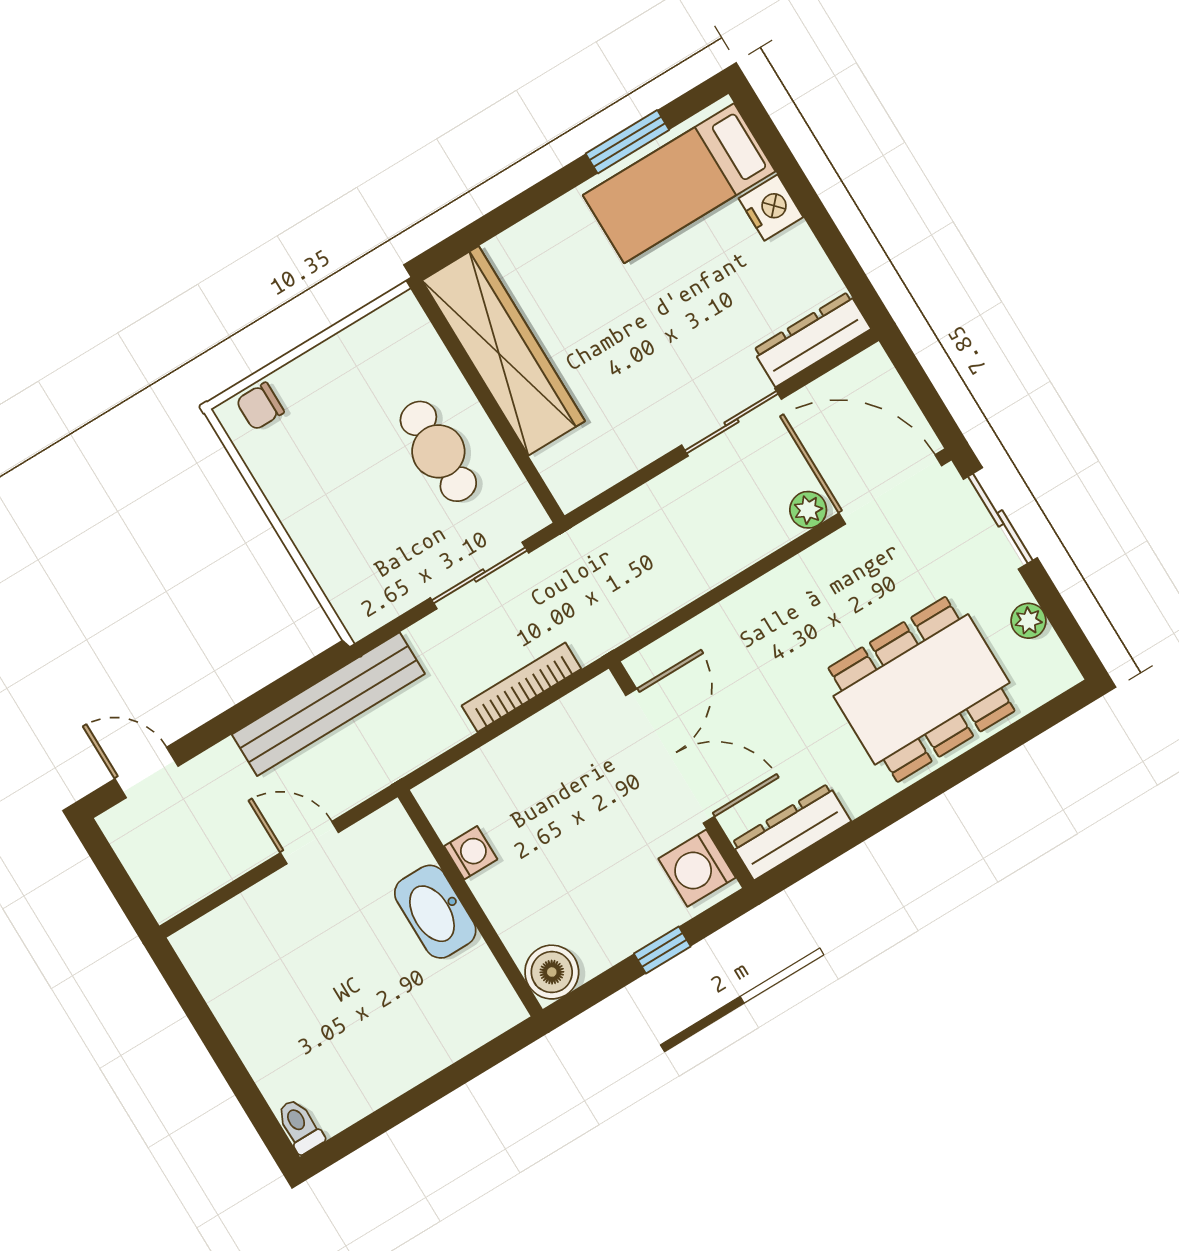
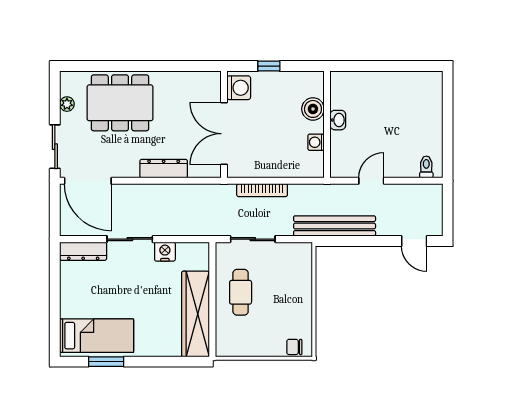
nightstand: (771, 208) -> (165, 252), moved, turned 90
chair: (260, 406) -> (294, 347), turned 180
plant: (808, 510) -> (121, 191), removed
dresser: (791, 832) -> (164, 169), moved, turned 180
door: (309, 843) -> (371, 181), swing flipped
washbasin: (435, 912) -> (338, 120), width x0.52, depth x0.69
boiler: (552, 972) -> (313, 109), moved
toilet: (300, 1126) -> (426, 167), moved, turned 180

